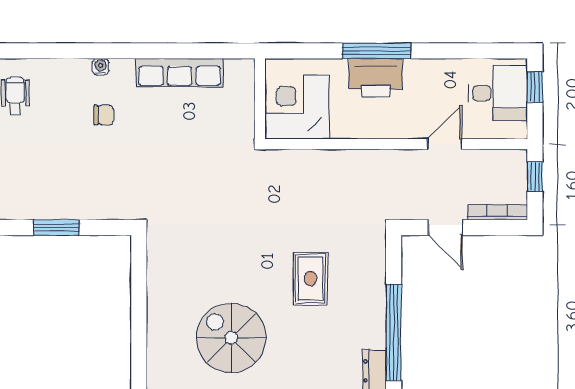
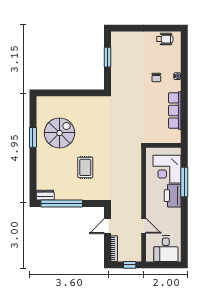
window: (376, 51) -> (184, 182), moved
window: (535, 87) -> (169, 265), removed
corner desk: (297, 107) -> (167, 169), moved, turned 180
rug: (310, 279) -> (85, 167), turned 90

